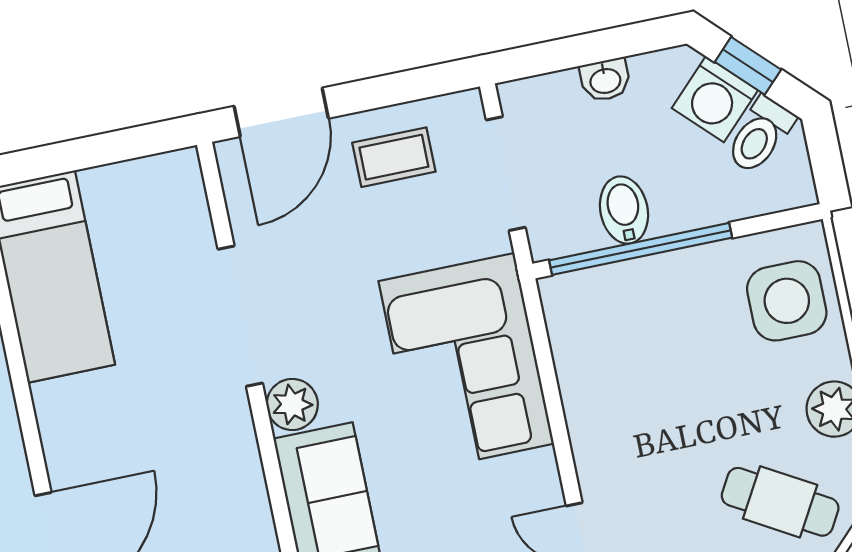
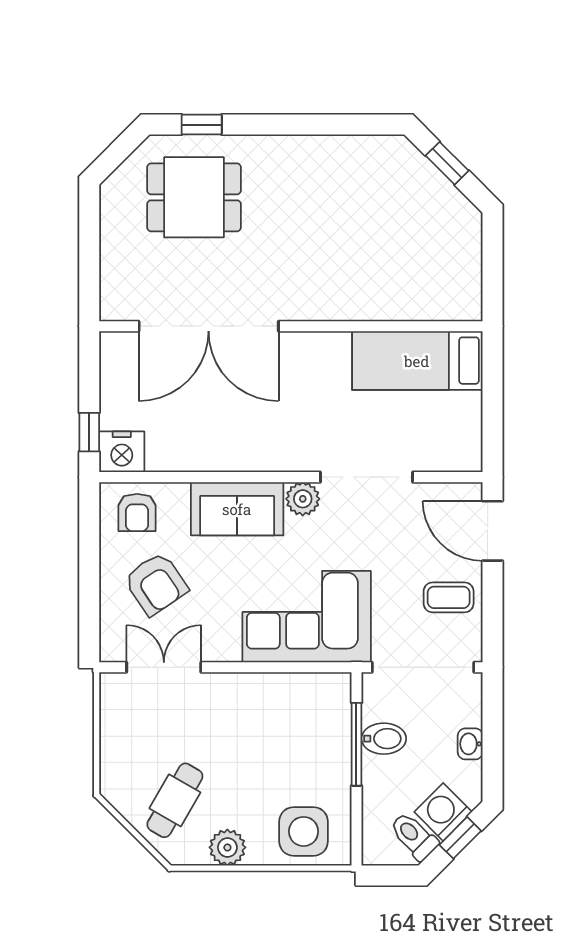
coffee table: (394, 157) -> (449, 597), turned 90
doorway: (506, 174) -> (423, 667), width x1.36
window: (641, 249) -> (356, 744), width x0.68

